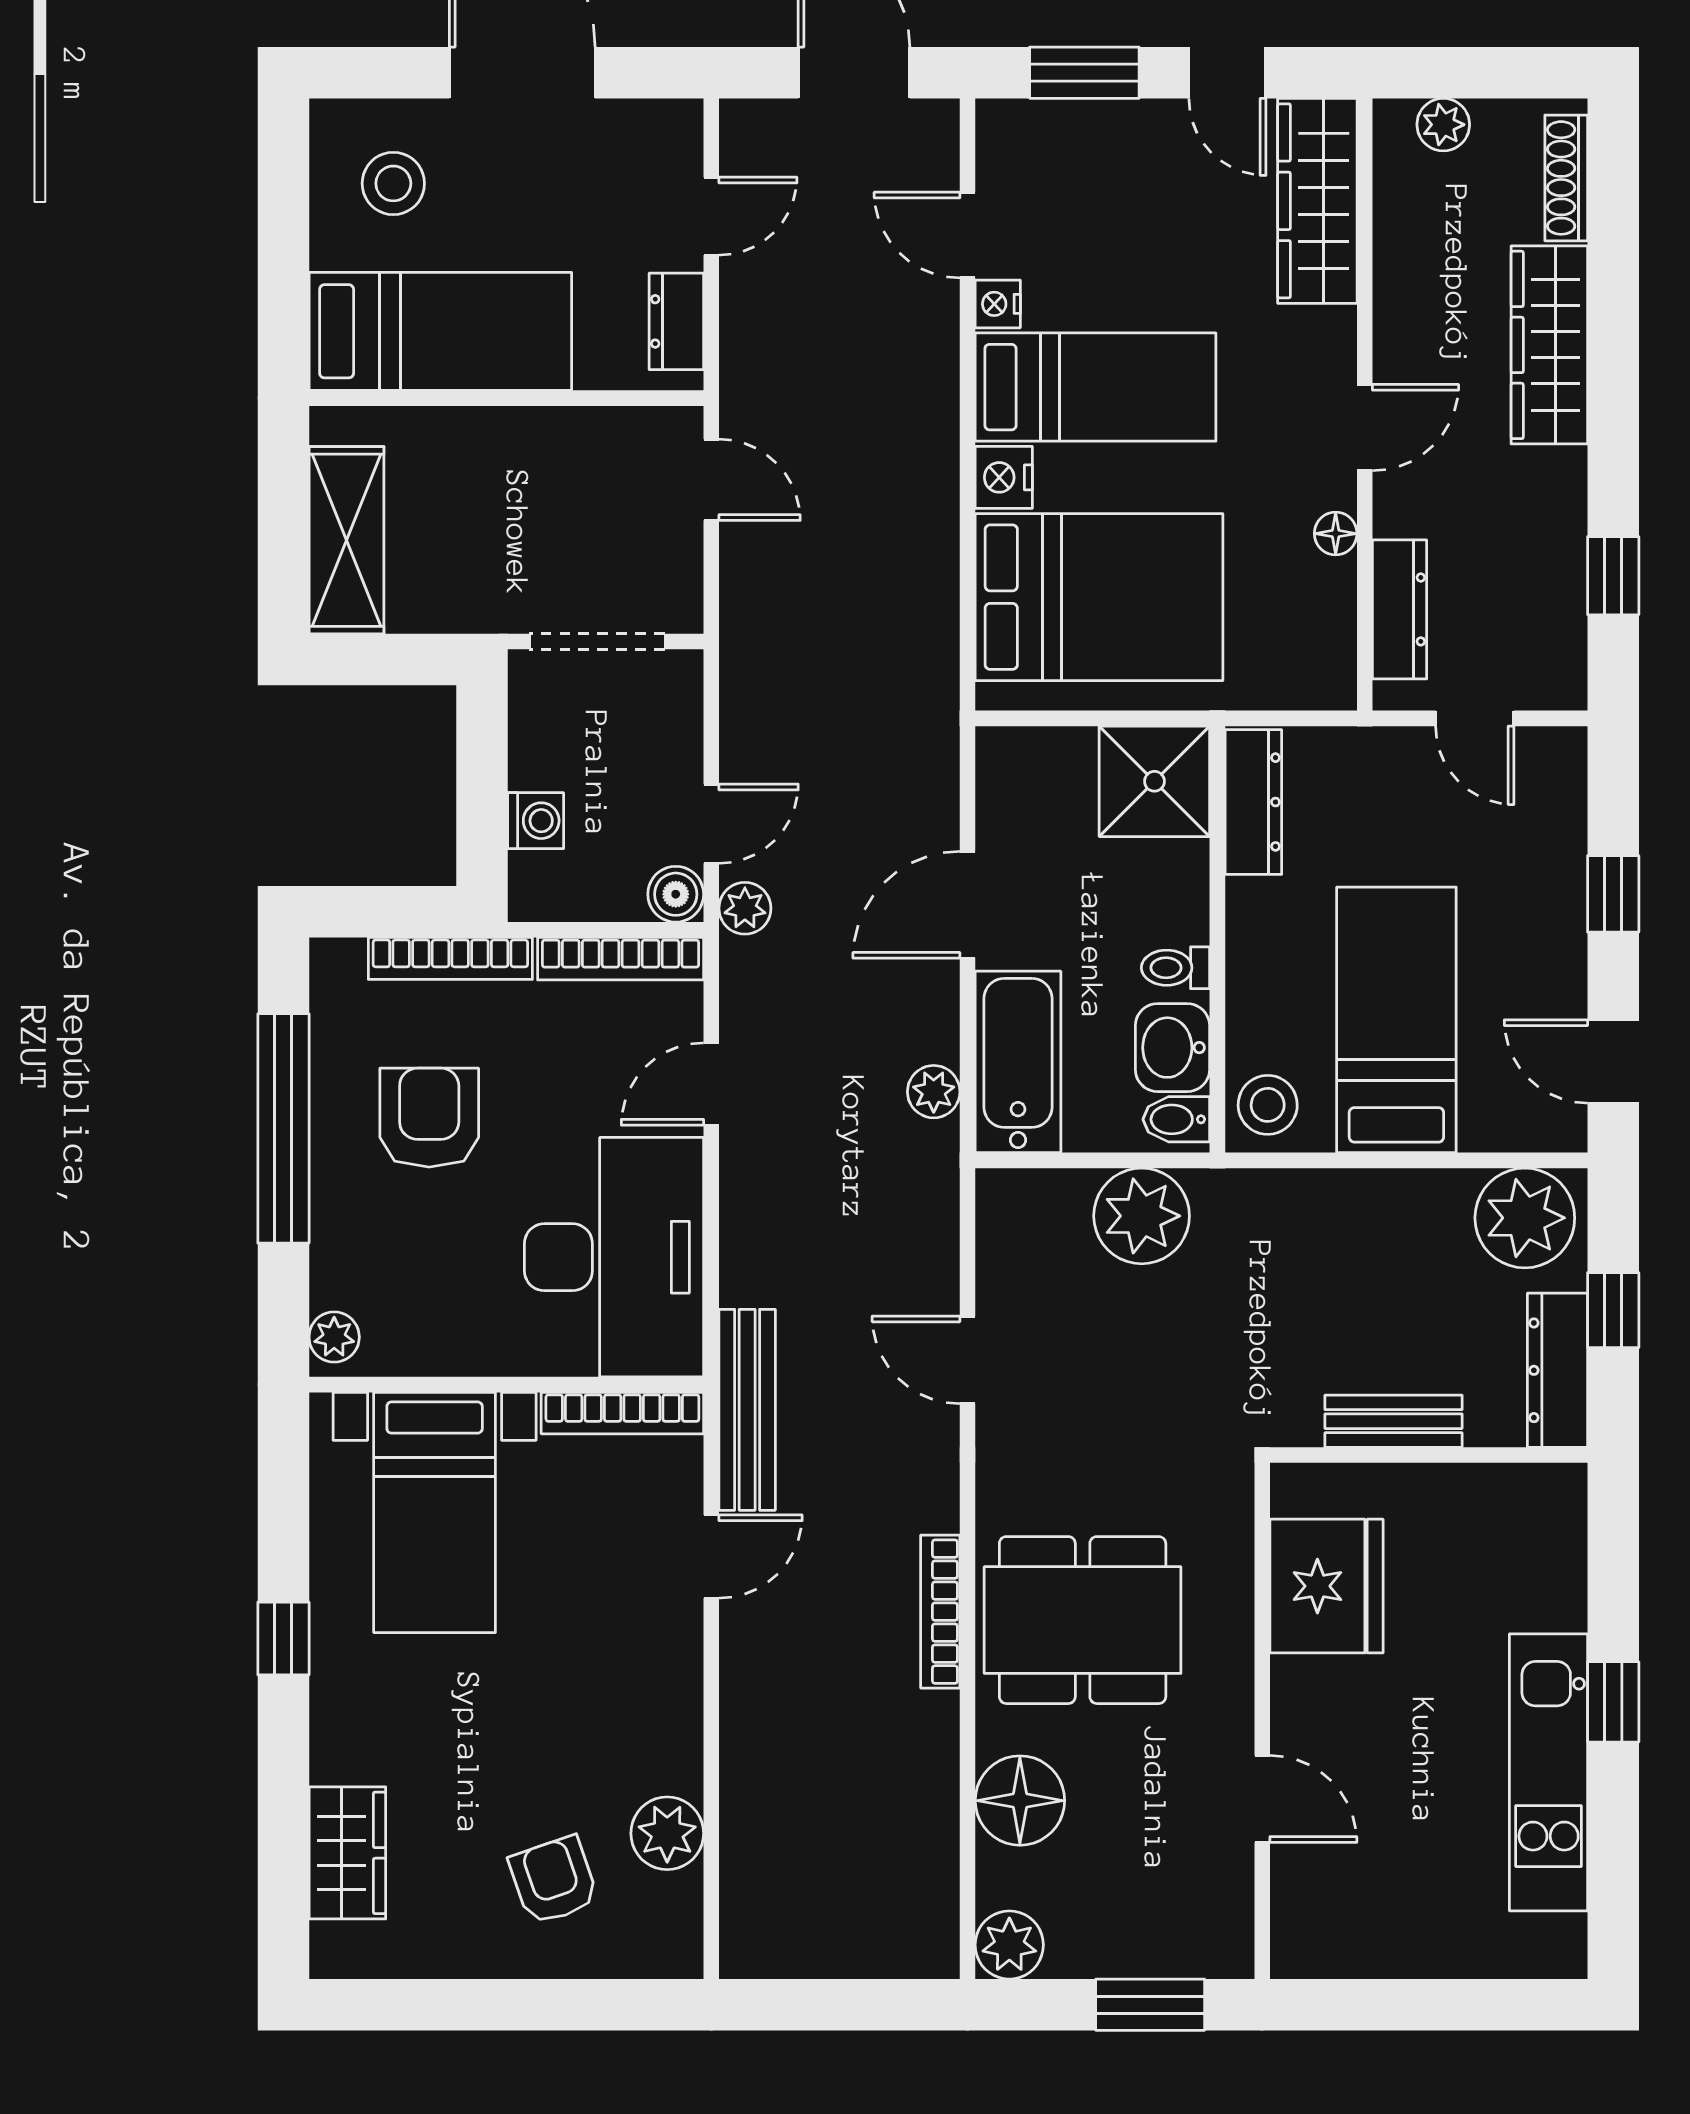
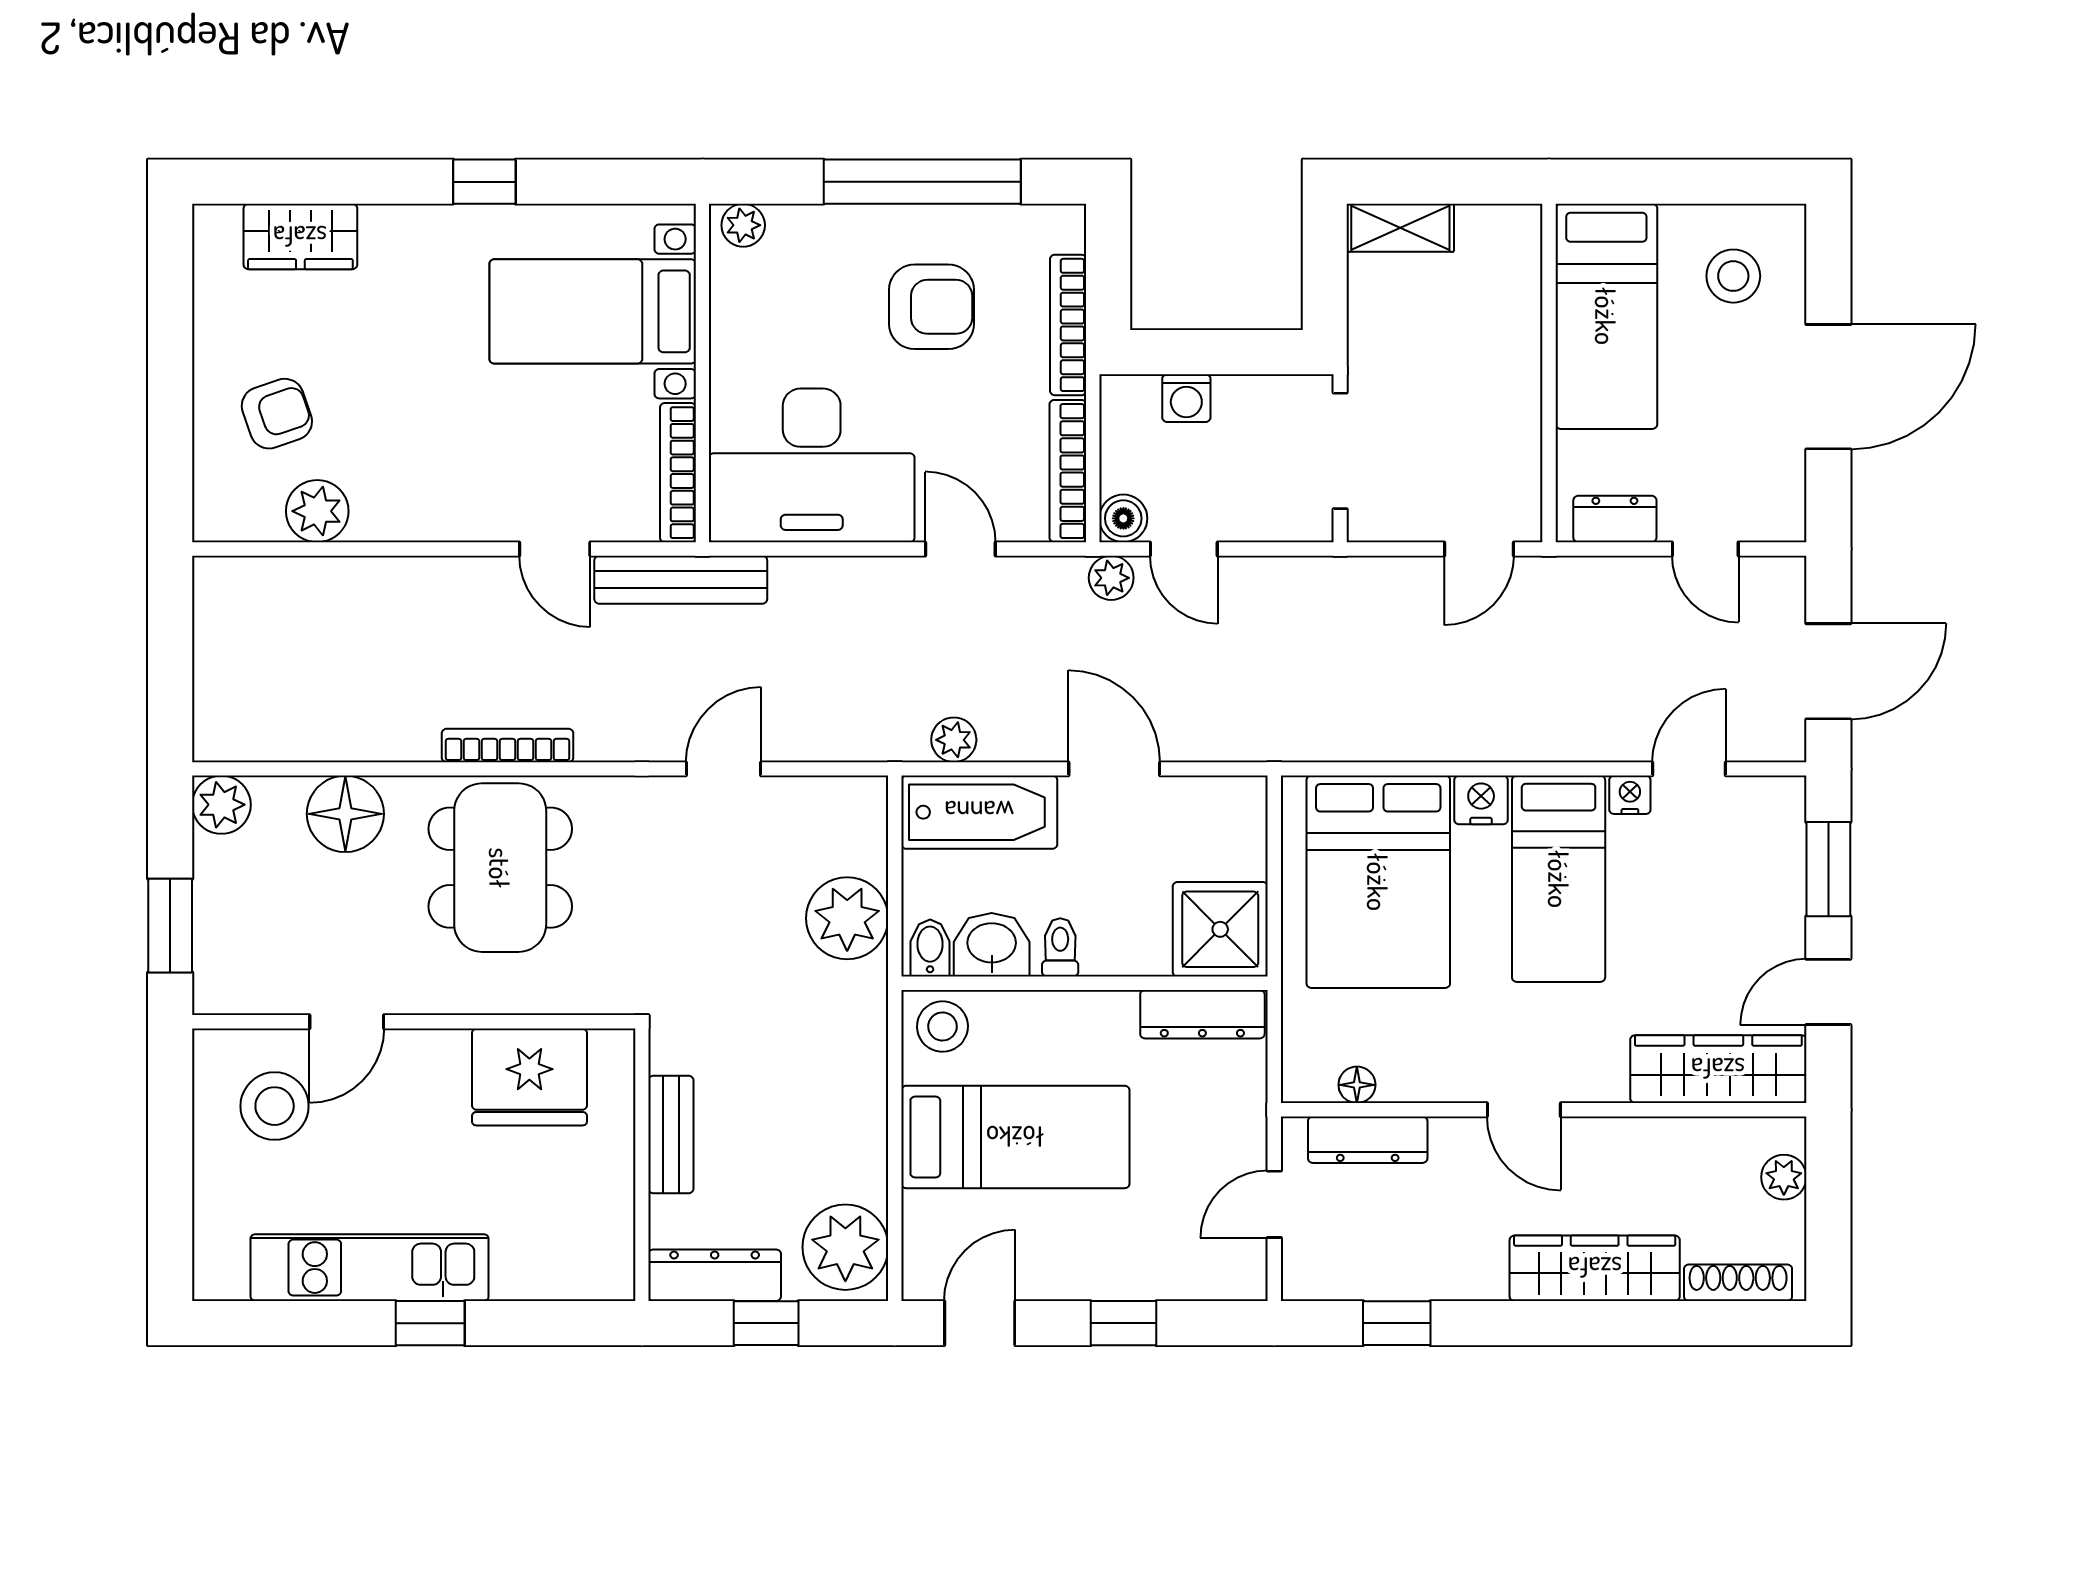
floor lamp: (1336, 534) -> (1357, 1085), moved
shelving: (346, 540) -> (1400, 228), width x0.67, depth x0.75
stool: (1360, 1883) -> (275, 1106), added

